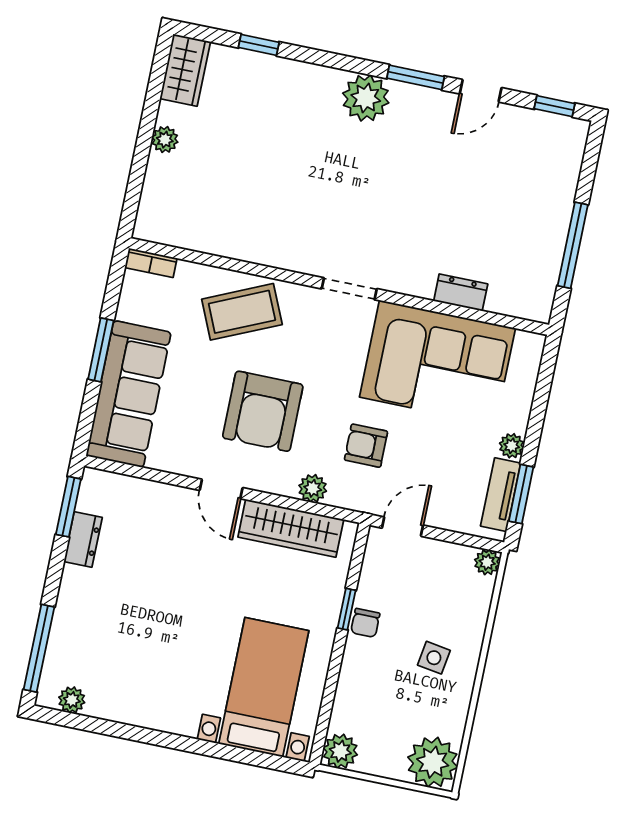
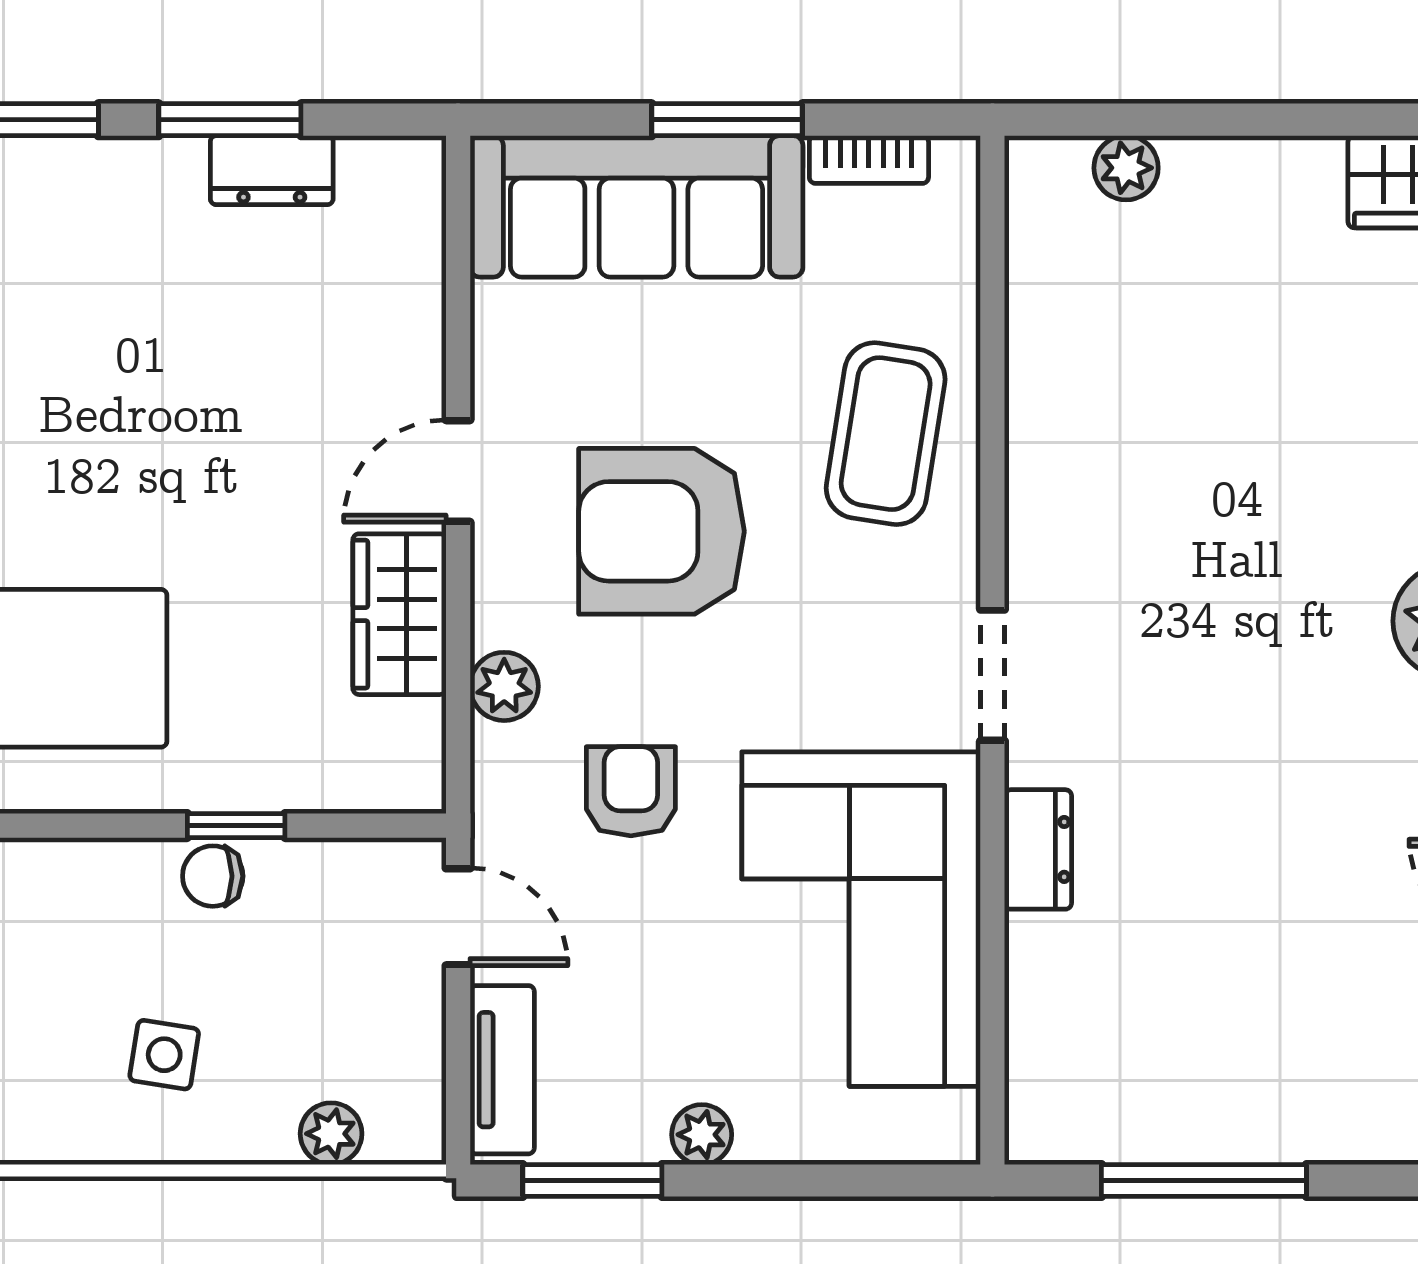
plant: (165, 140) -> (1126, 168), moved
bookcase: (151, 263) -> (869, 159), moved, turned -90
dresser: (461, 292) -> (1038, 849), moved
coffee table: (242, 312) -> (886, 434), turned 33
tv unit: (501, 495) -> (502, 1070), moved, turned 90
window: (68, 507) -> (230, 120), moved
wardrobe: (291, 528) -> (399, 614), width x0.67
plant: (487, 562) -> (331, 1134), moved

